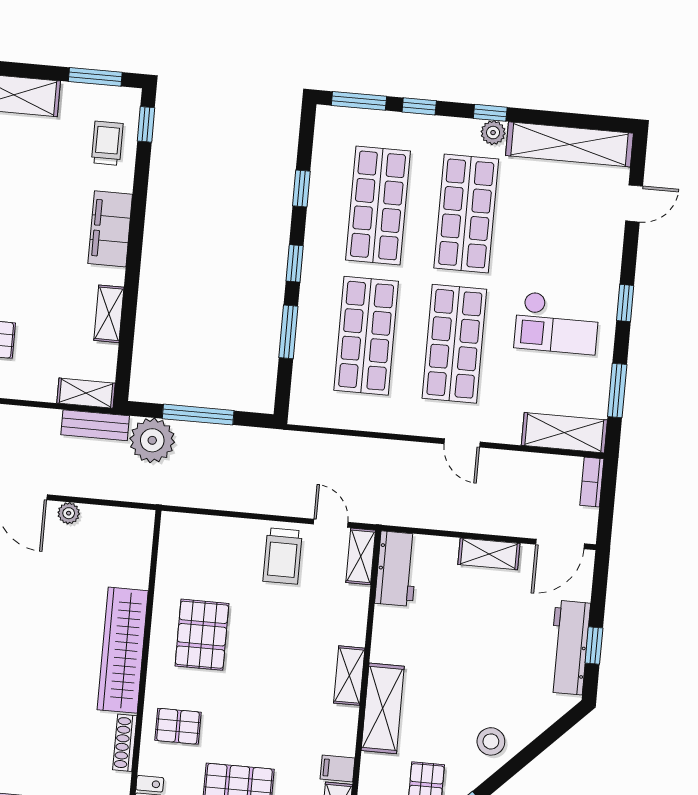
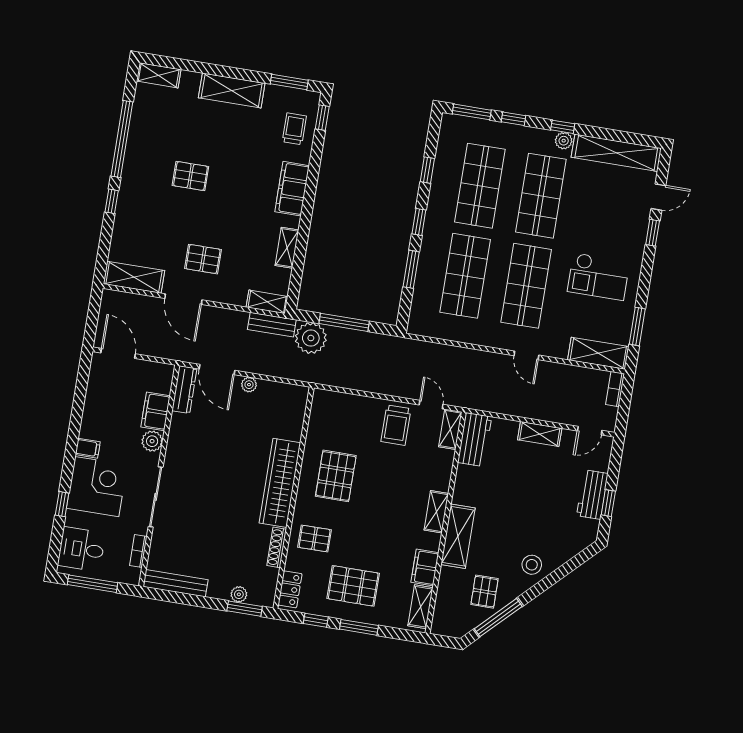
window: (625, 303) -> (653, 233), moved
door: (560, 544) -> (590, 431), width x0.73
workbench: (569, 648) -> (592, 495), width x0.73
filing cabinet: (337, 769) -> (425, 568), width x2.00

